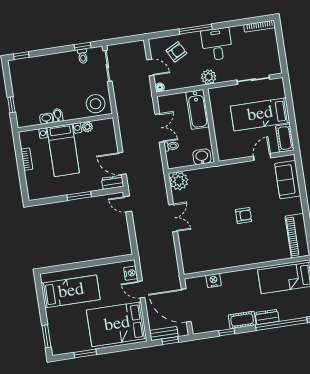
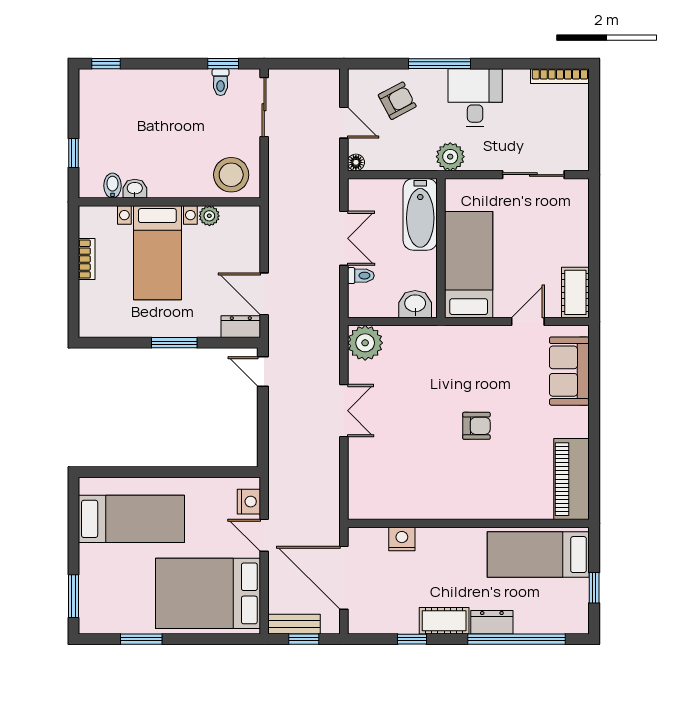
bed: (260, 114) -> (469, 265), moved, turned 90
bidet: (58, 115) -> (112, 186), moved

